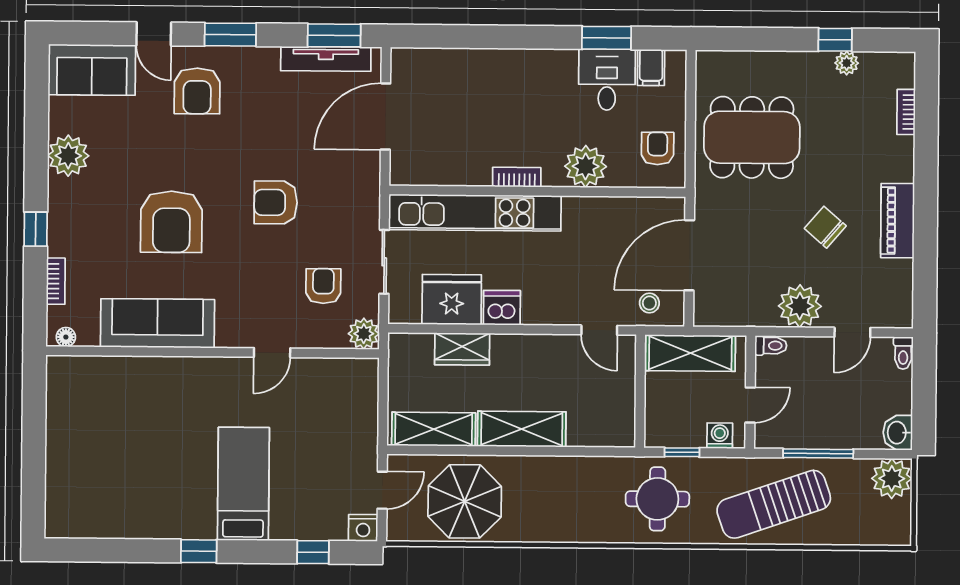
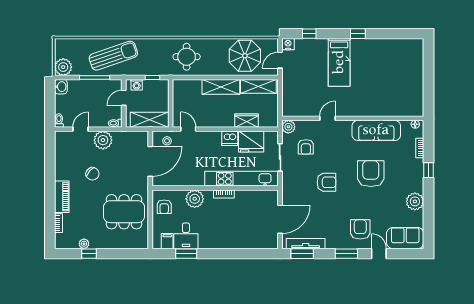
piano: (898, 221) -> (62, 197), moved
round table: (657, 499) -> (187, 57), moved

